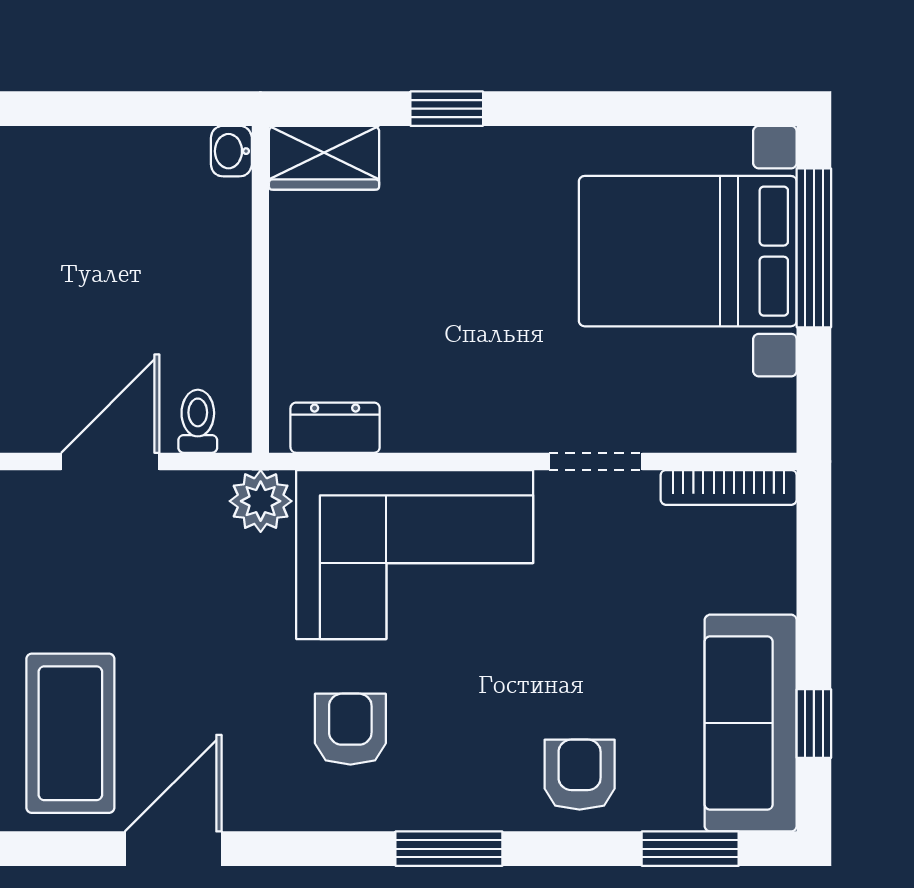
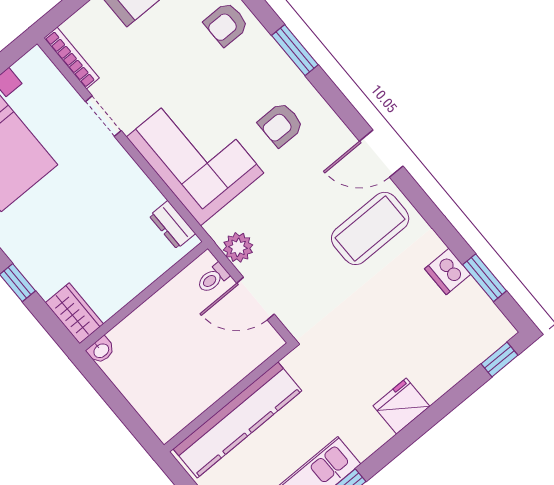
plant: (261, 501) -> (238, 247), moved

